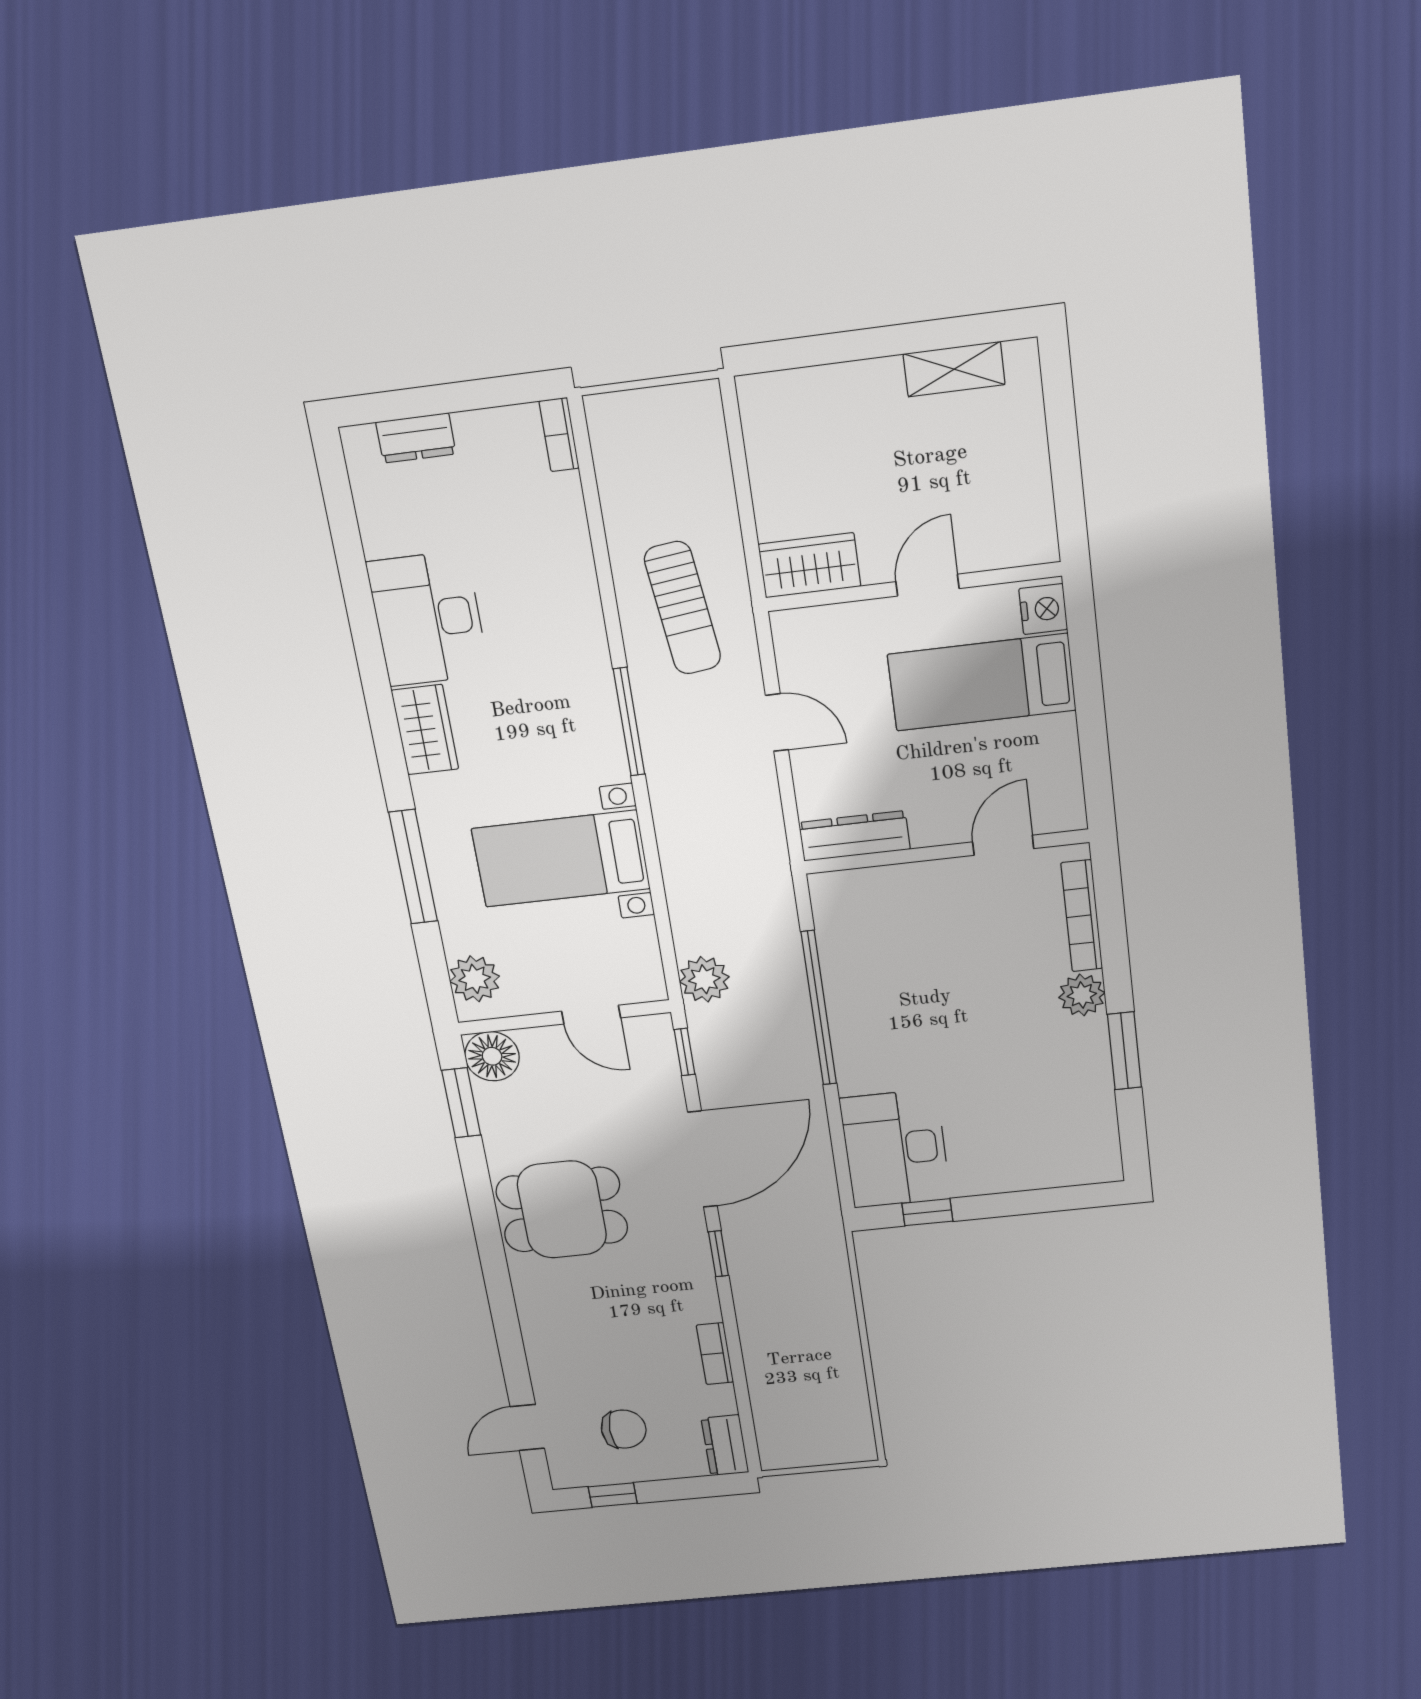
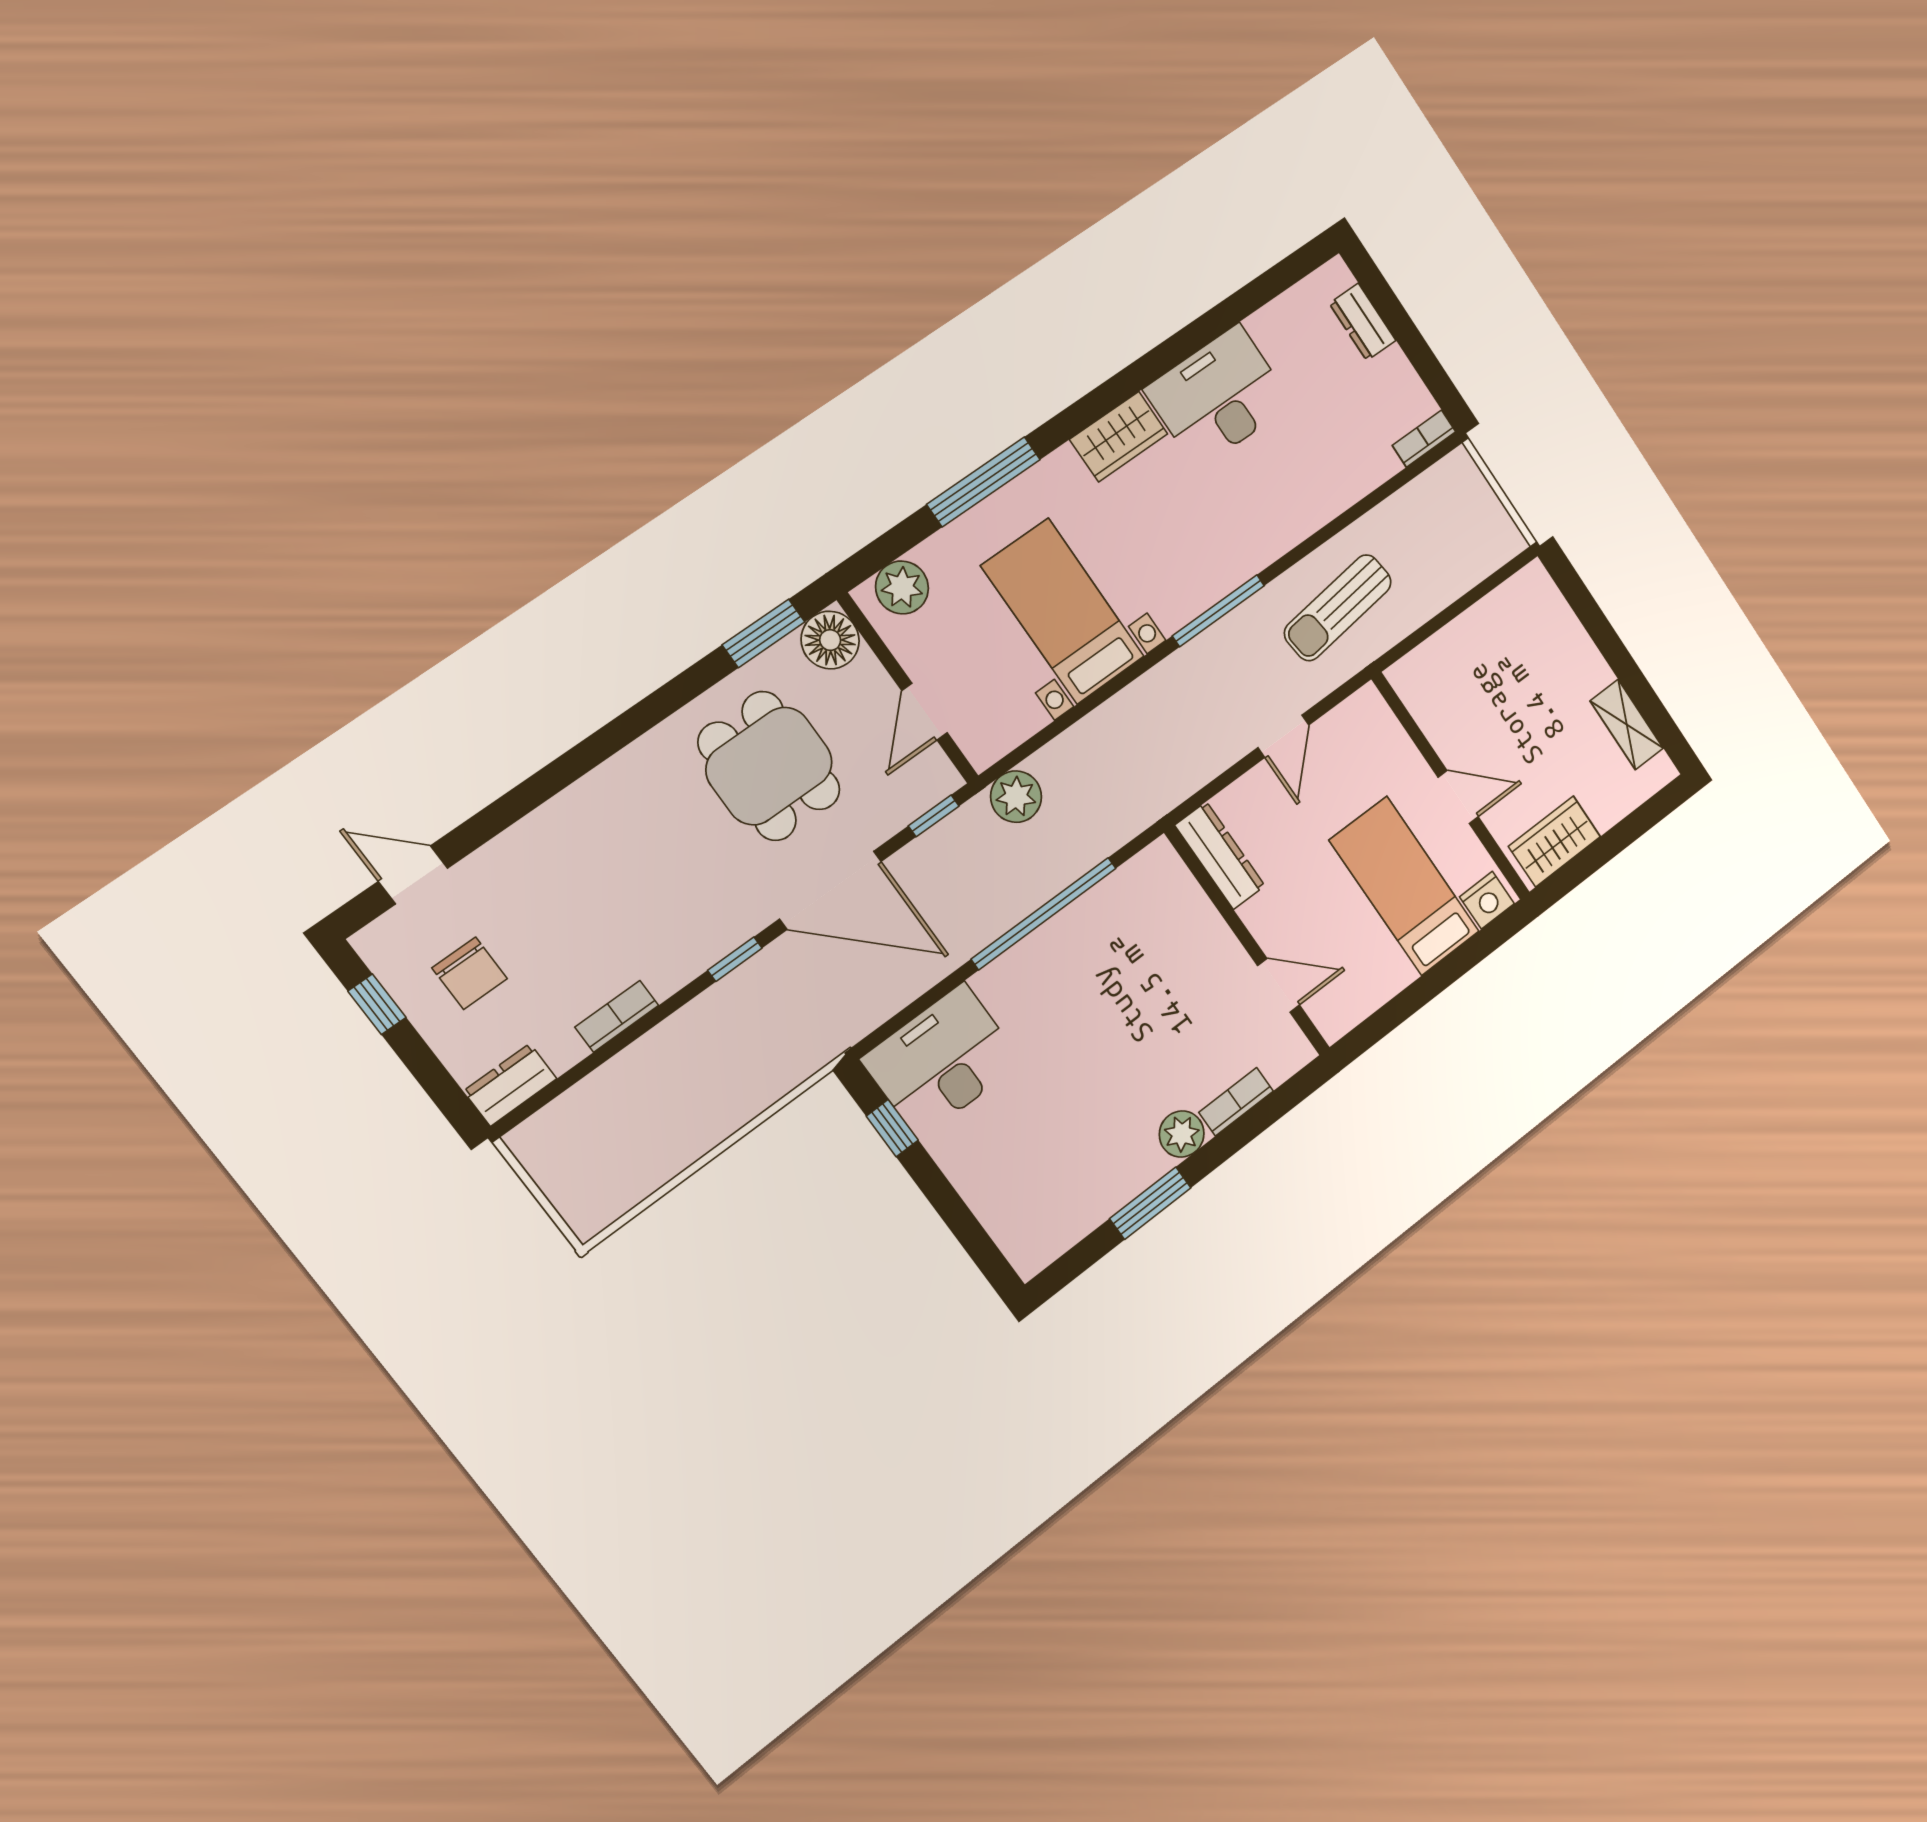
wardrobe: (810, 565) -> (1555, 841), moved, turned -90
bookcase: (1082, 916) -> (1236, 1102), width x0.64
dining table: (562, 1210) -> (769, 766), moved

